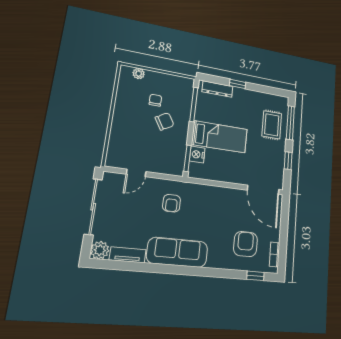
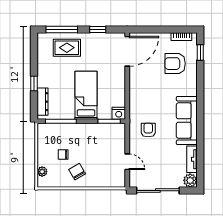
chair: (165, 121) -> (77, 172), moved
nightstand: (197, 154) -> (119, 113), moved
armchair: (172, 203) -> (148, 130), turned -90

